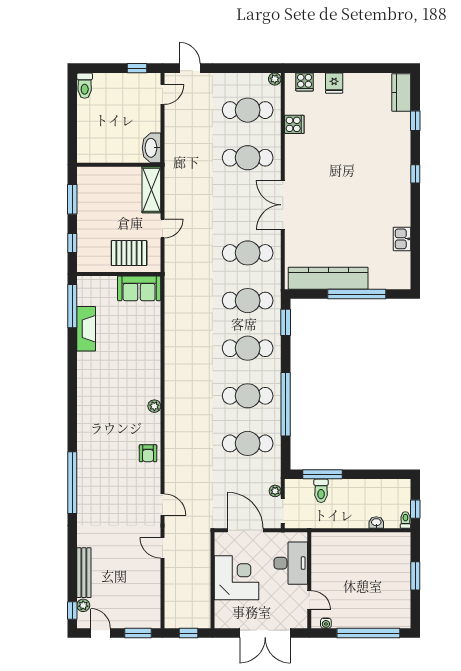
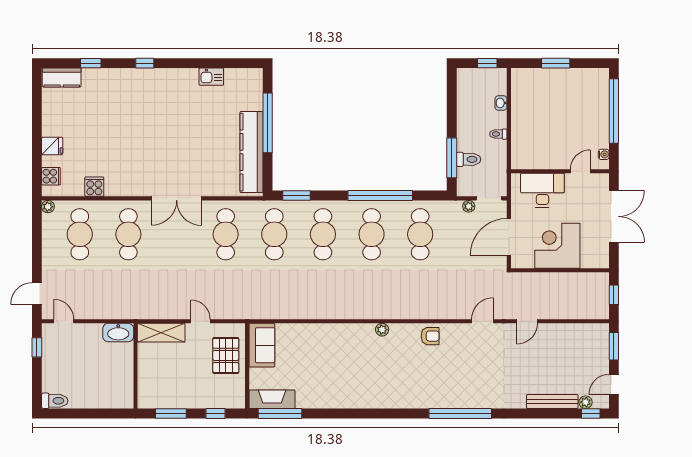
fireplace: (86, 329) -> (272, 399), moved
toilet: (405, 520) -> (498, 134), moved

